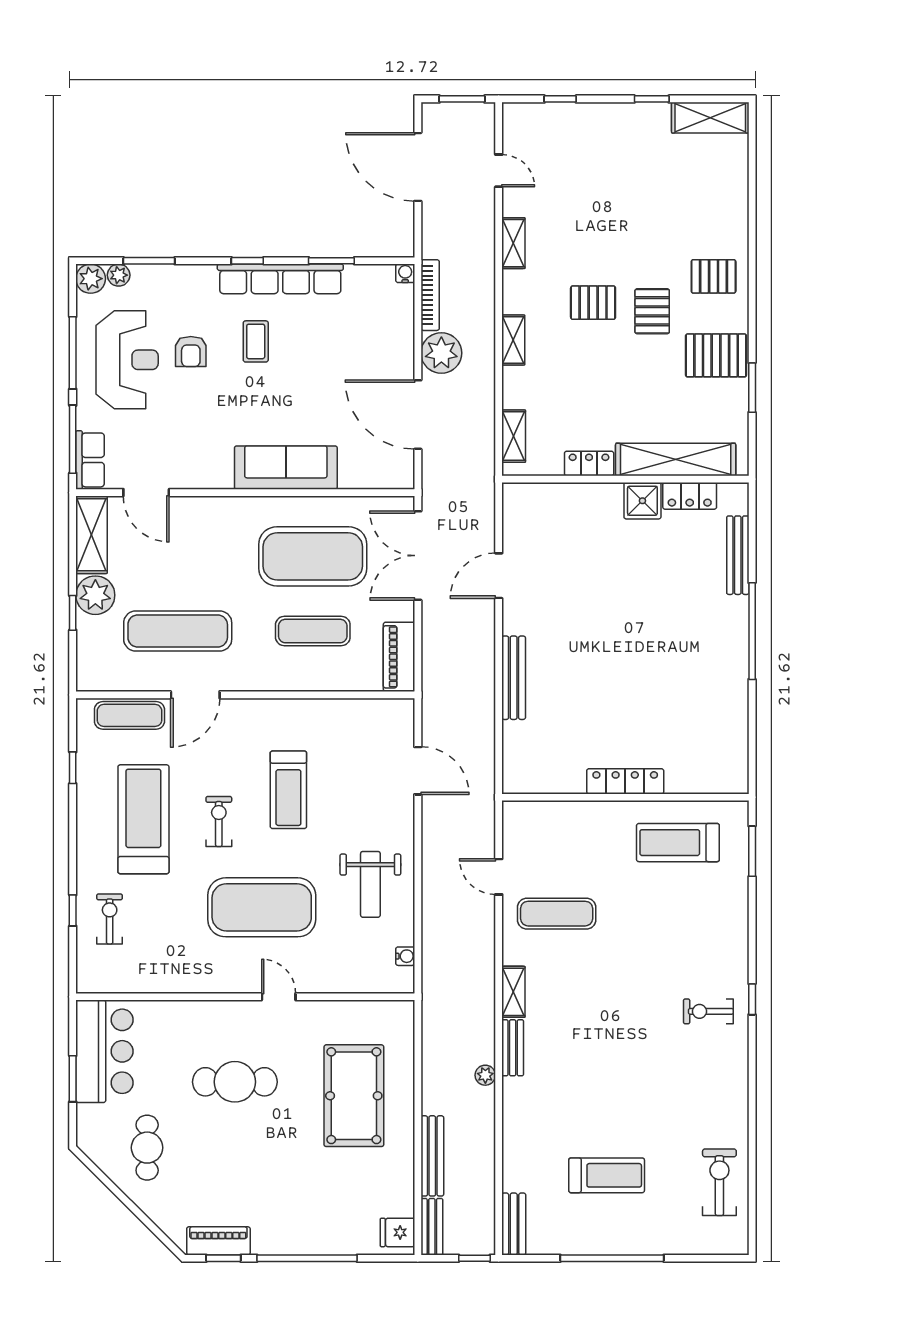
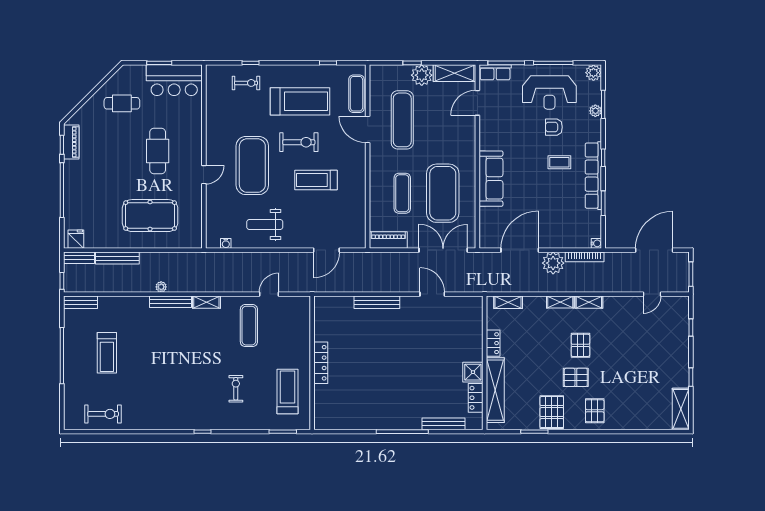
shelving: (513, 243) -> (589, 302), moved
plant: (119, 275) -> (595, 111), moved
exercise bike: (219, 822) -> (299, 142), width x1.38, depth x1.39
exercise bike: (708, 1011) -> (236, 389), moved
bench: (513, 1048) -> (171, 302), width x1.36

